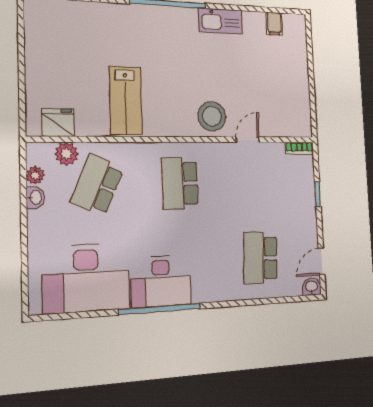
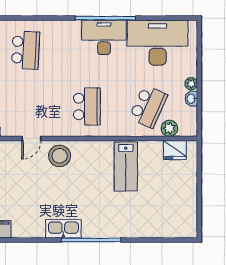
kitchen sink: (220, 21) -> (63, 229), moved
lab bench: (126, 101) -> (126, 167), turned 180
plant: (35, 175) -> (191, 84), moved

